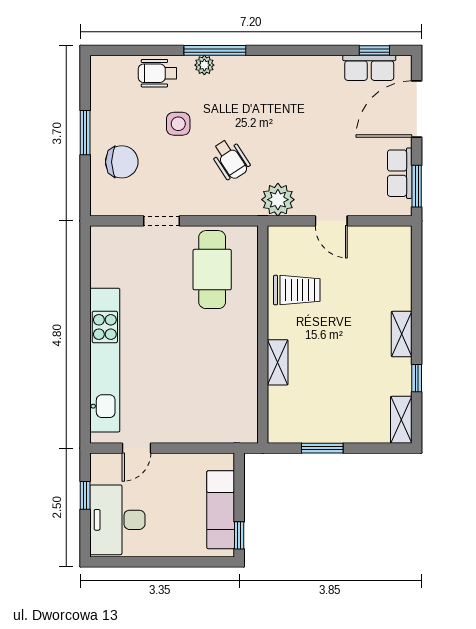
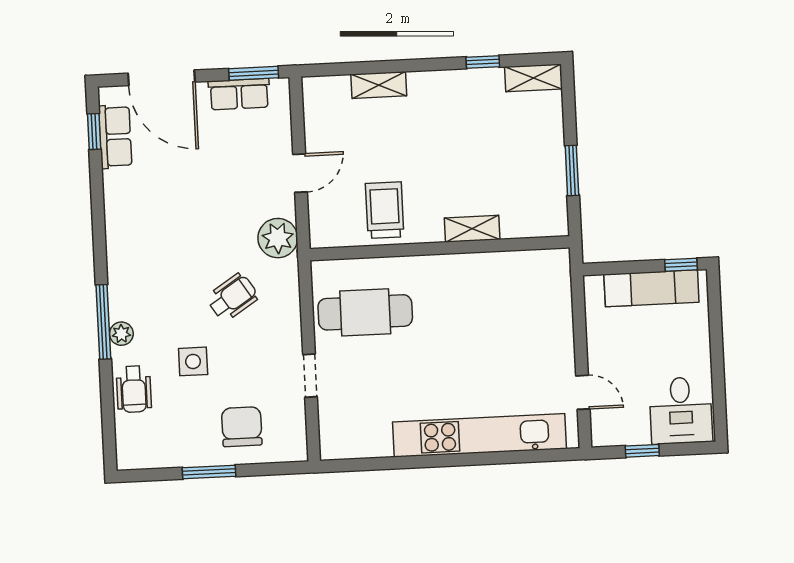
shelving: (402, 334) -> (379, 85), moved
desk: (117, 520) -> (681, 410), width x0.73

